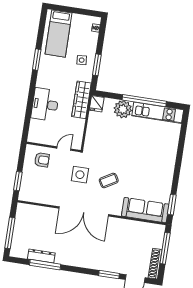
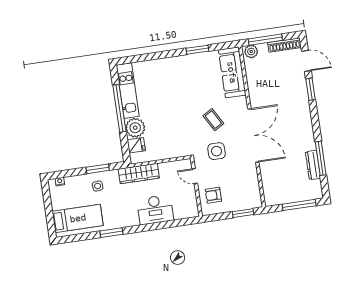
fridge: (97, 104) -> (136, 145), moved
armchair: (42, 160) -> (213, 195), turned -90
window: (172, 205) -> (197, 50), moved
plant: (158, 232) -> (251, 51), added

